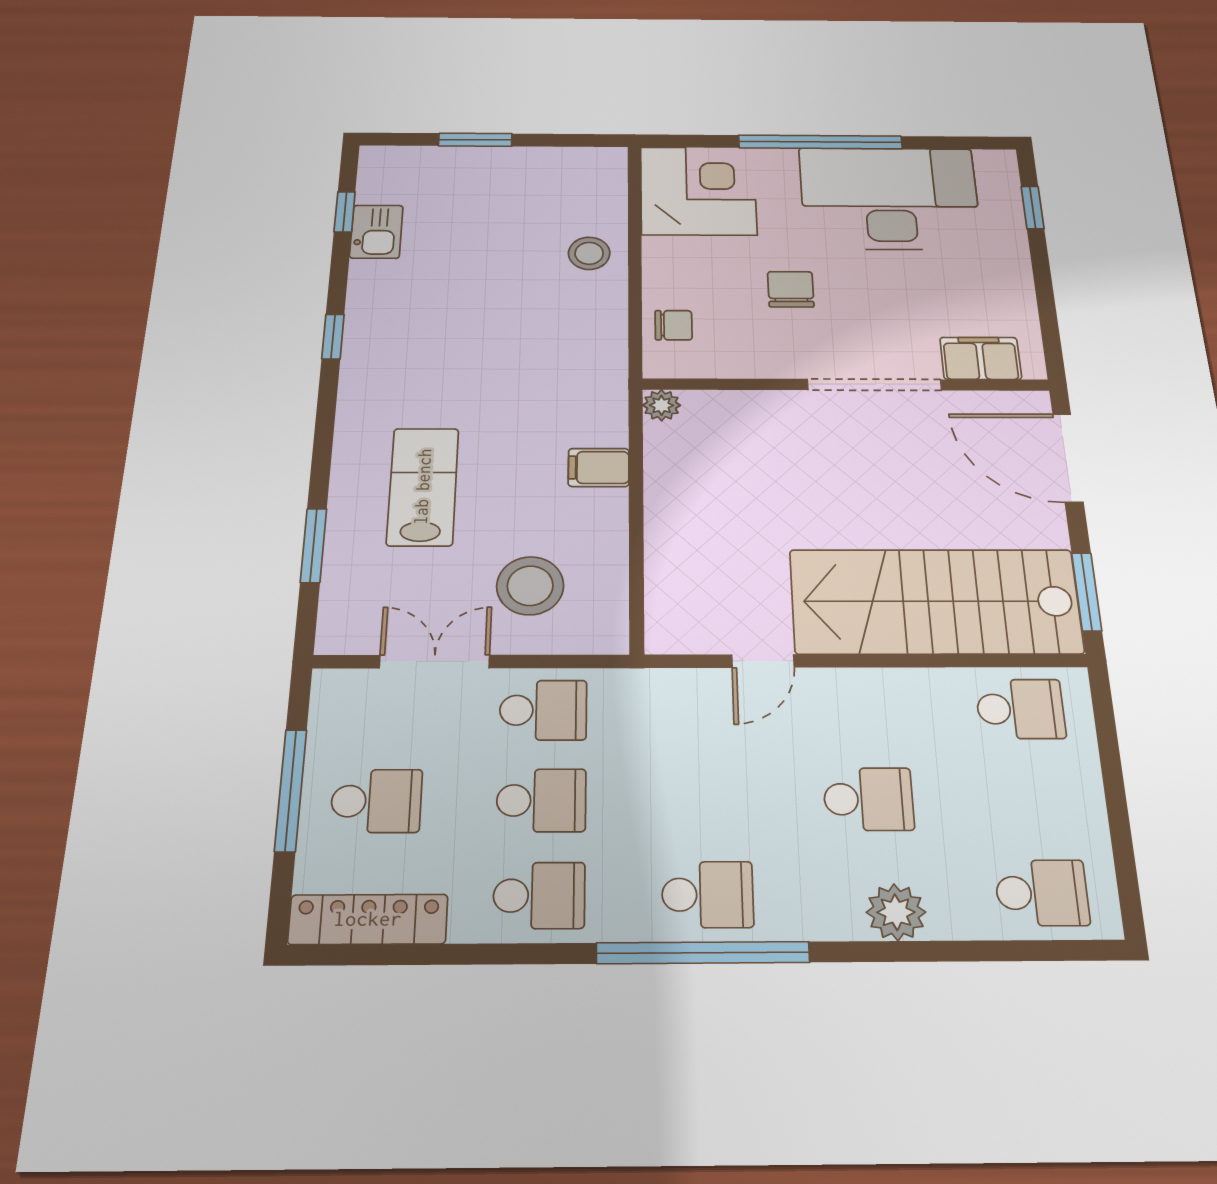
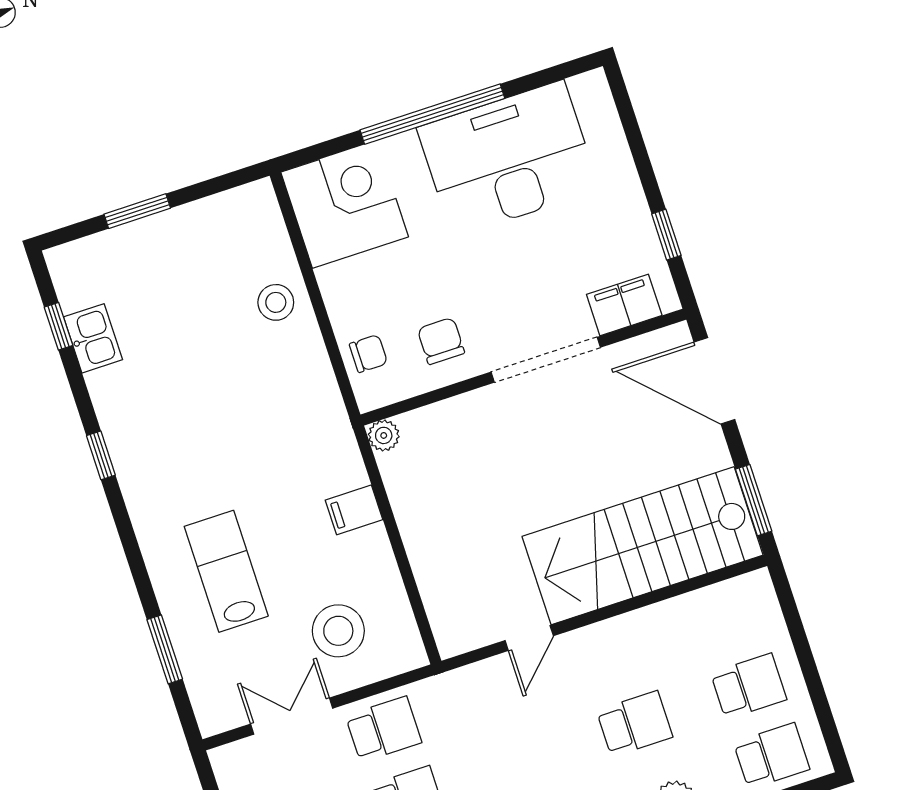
window: (1033, 207) -> (666, 235), moved
chair: (791, 289) -> (441, 341), moved
school desk: (1020, 709) -> (749, 686), moved

